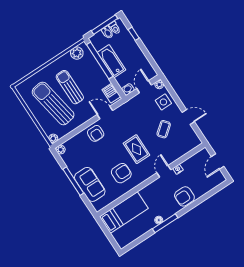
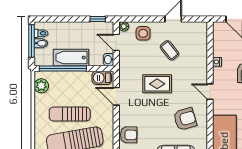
window: (134, 34) -> (98, 19), moved
door: (105, 112) -> (116, 96), hinge flipped
armchair: (96, 133) -> (129, 135), moved
rug: (136, 149) -> (157, 84), moved
door: (164, 171) -> (210, 92), moved
armchair: (121, 173) -> (185, 119), turned 74

